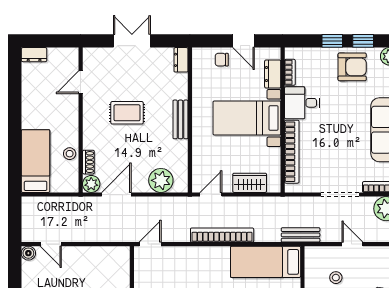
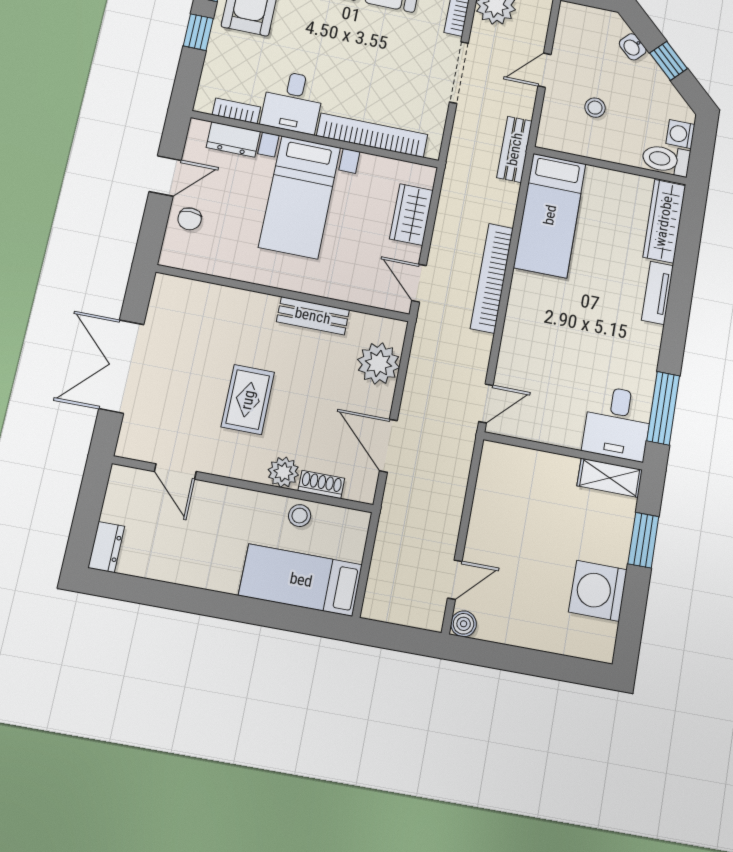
double door: (132, 41) -> (121, 366), width x1.37
dresser: (181, 60) -> (174, 288), removed
bench: (180, 119) -> (313, 316), moved
plant: (91, 184) -> (283, 472), moved
door: (150, 244) -> (486, 403), swing flipped

